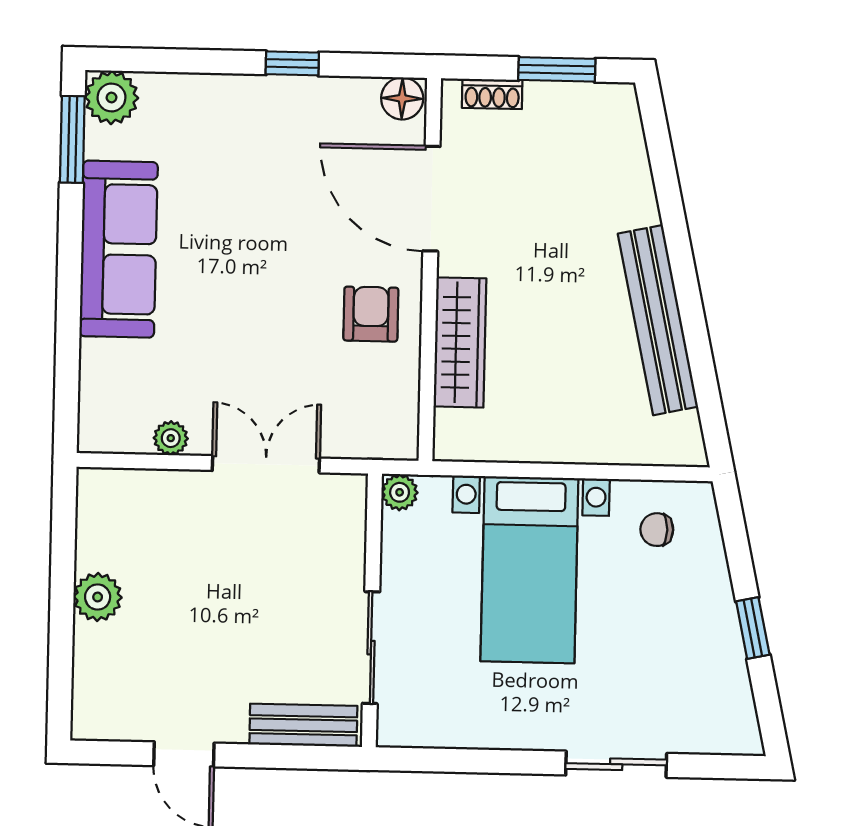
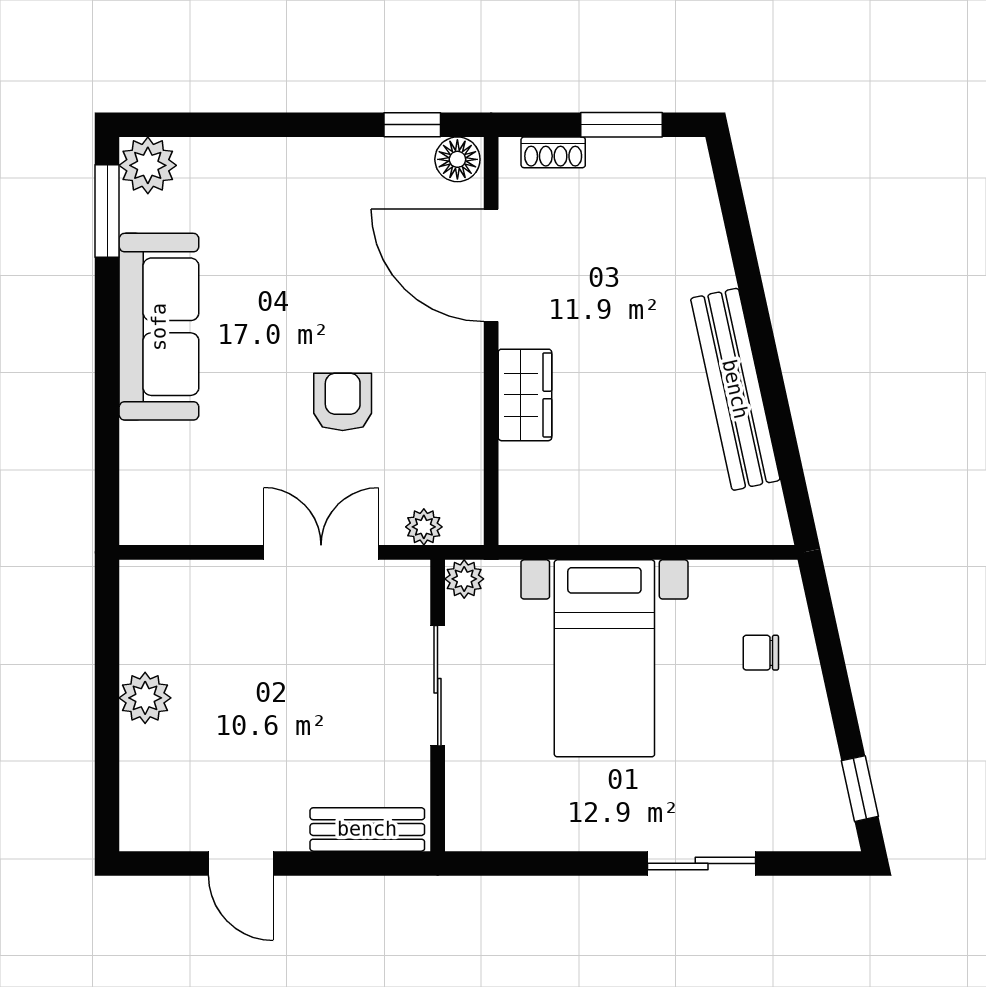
window: (292, 63) -> (412, 125), moved
armchair: (371, 314) -> (343, 402), moved
wardrobe: (460, 342) -> (525, 395), width x0.67
plant: (171, 438) -> (424, 527), moved
chair: (657, 530) -> (761, 653), moved
window: (753, 628) -> (860, 789), moved
sliding door: (371, 648) -> (438, 686), moved

